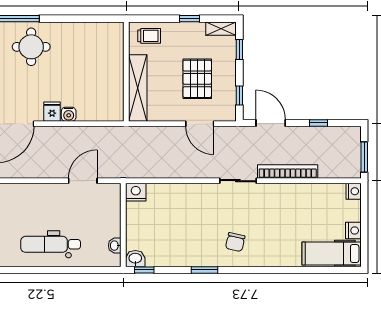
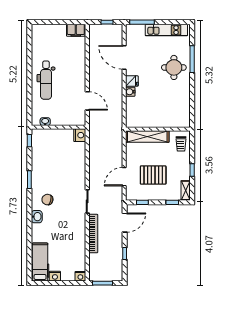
dental chair: (51, 244) -> (46, 80), turned 180
washbasin: (135, 259) -> (37, 217), moved

